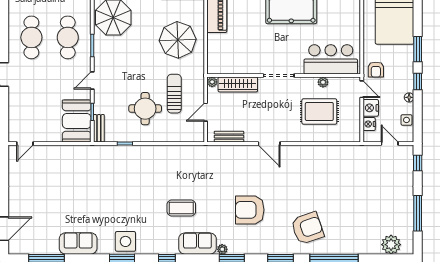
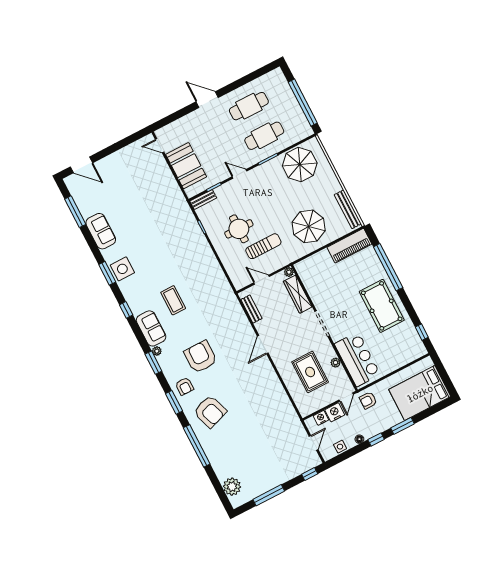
booth: (77, 121) -> (186, 166), moved, turned 90
armchair: (270, 240) -> (184, 386), added

